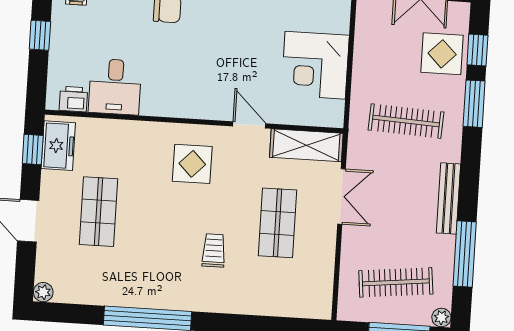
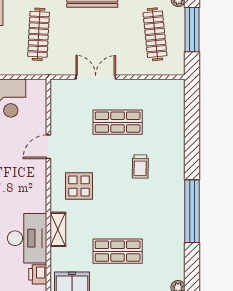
desk: (115, 87) -> (27, 238), width x1.37
shelving: (306, 145) -> (58, 229), moved, width x0.67, depth x0.75
trolley: (214, 250) -> (140, 167), turned -89

